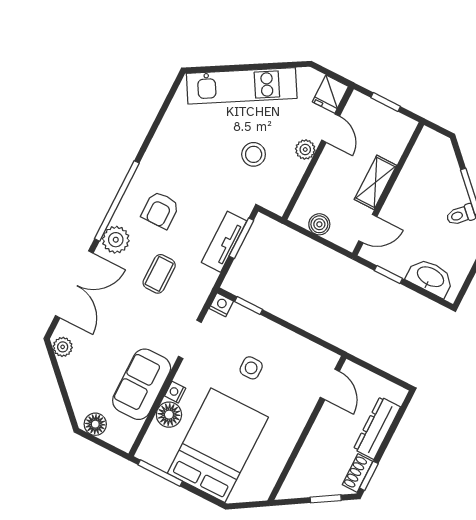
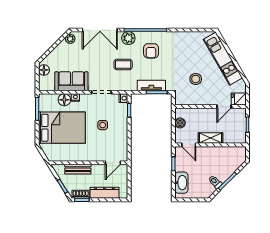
plant: (305, 150) -> (209, 100), removed
armchair: (160, 210) -> (151, 51), turned -90
bench: (309, 455) -> (78, 169), added

